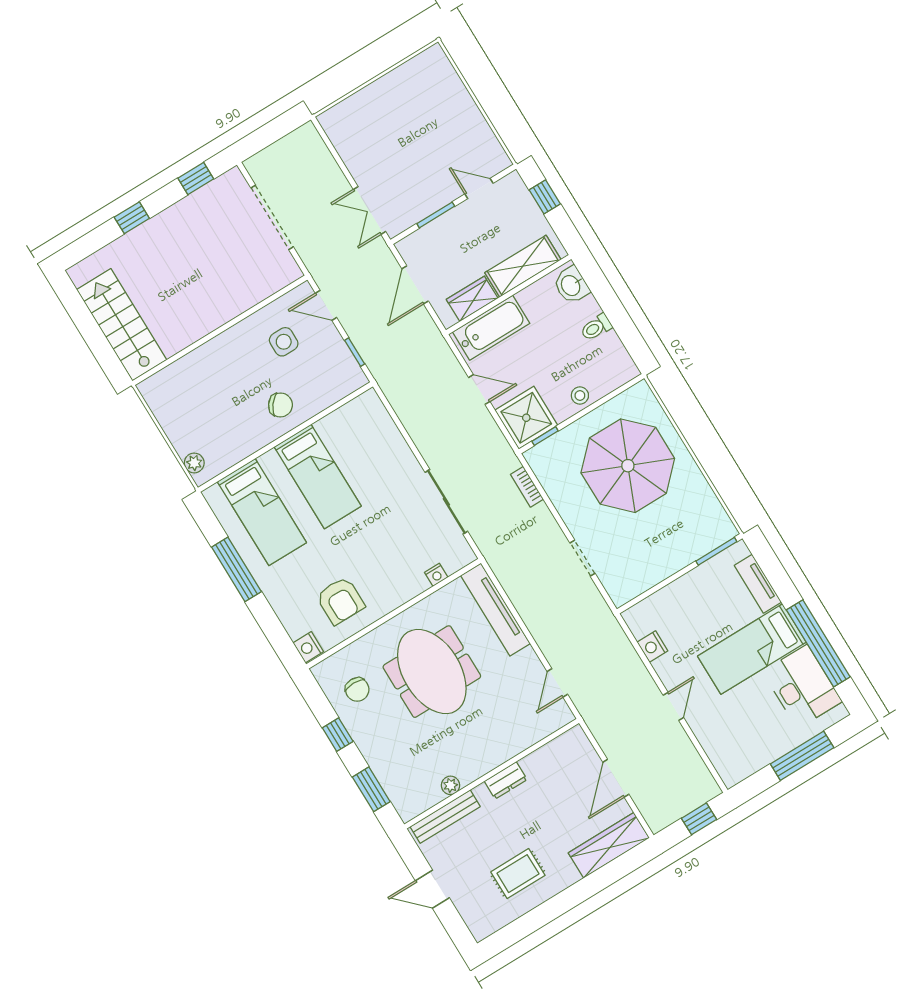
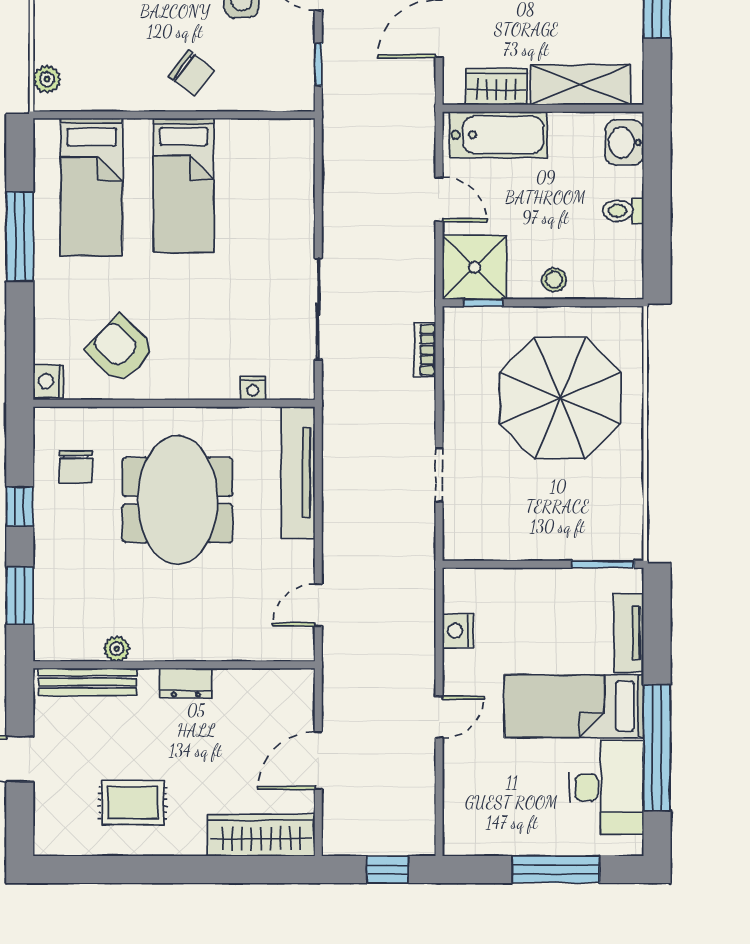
armchair: (340, 601) -> (120, 349), turned 134

